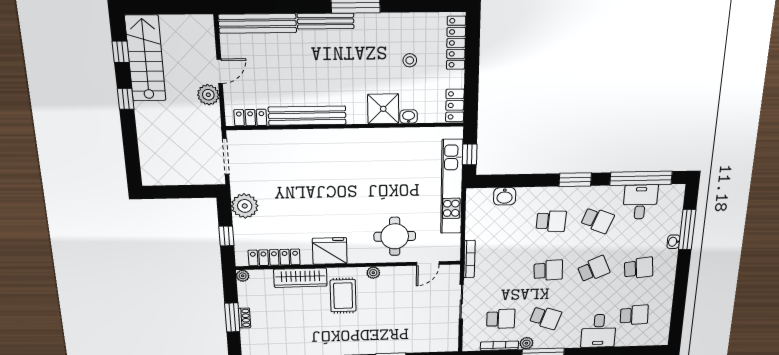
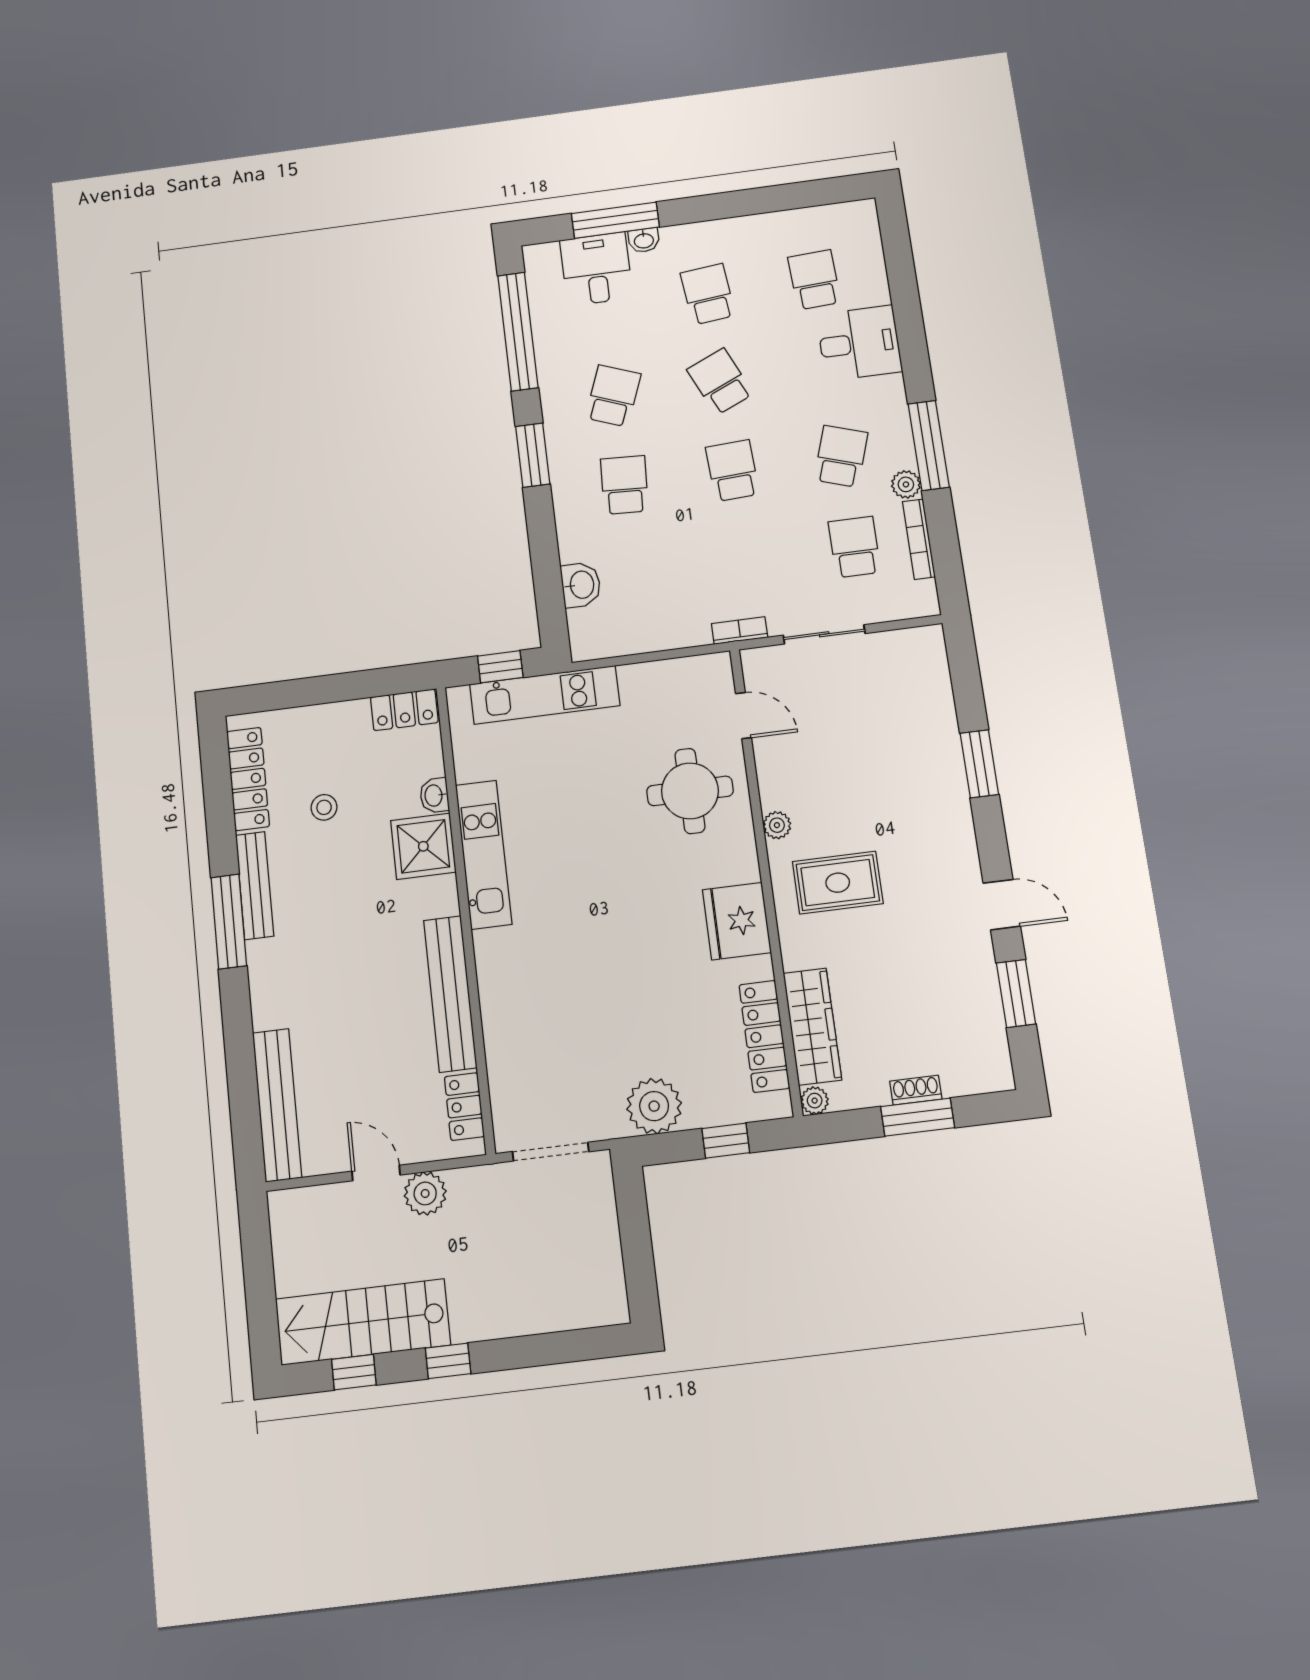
bench: (326, 21) -> (255, 886), moved
locker: (456, 43) -> (248, 779), moved, turned -90
kitchen unit: (376, 138) -> (484, 854), added
kitchen unit: (452, 187) -> (545, 695), width x0.73
desk: (640, 202) -> (596, 269), moved, turned 90
bookcase: (469, 259) -> (740, 631), width x0.64
wardrobe: (300, 278) -> (812, 1026), moved

